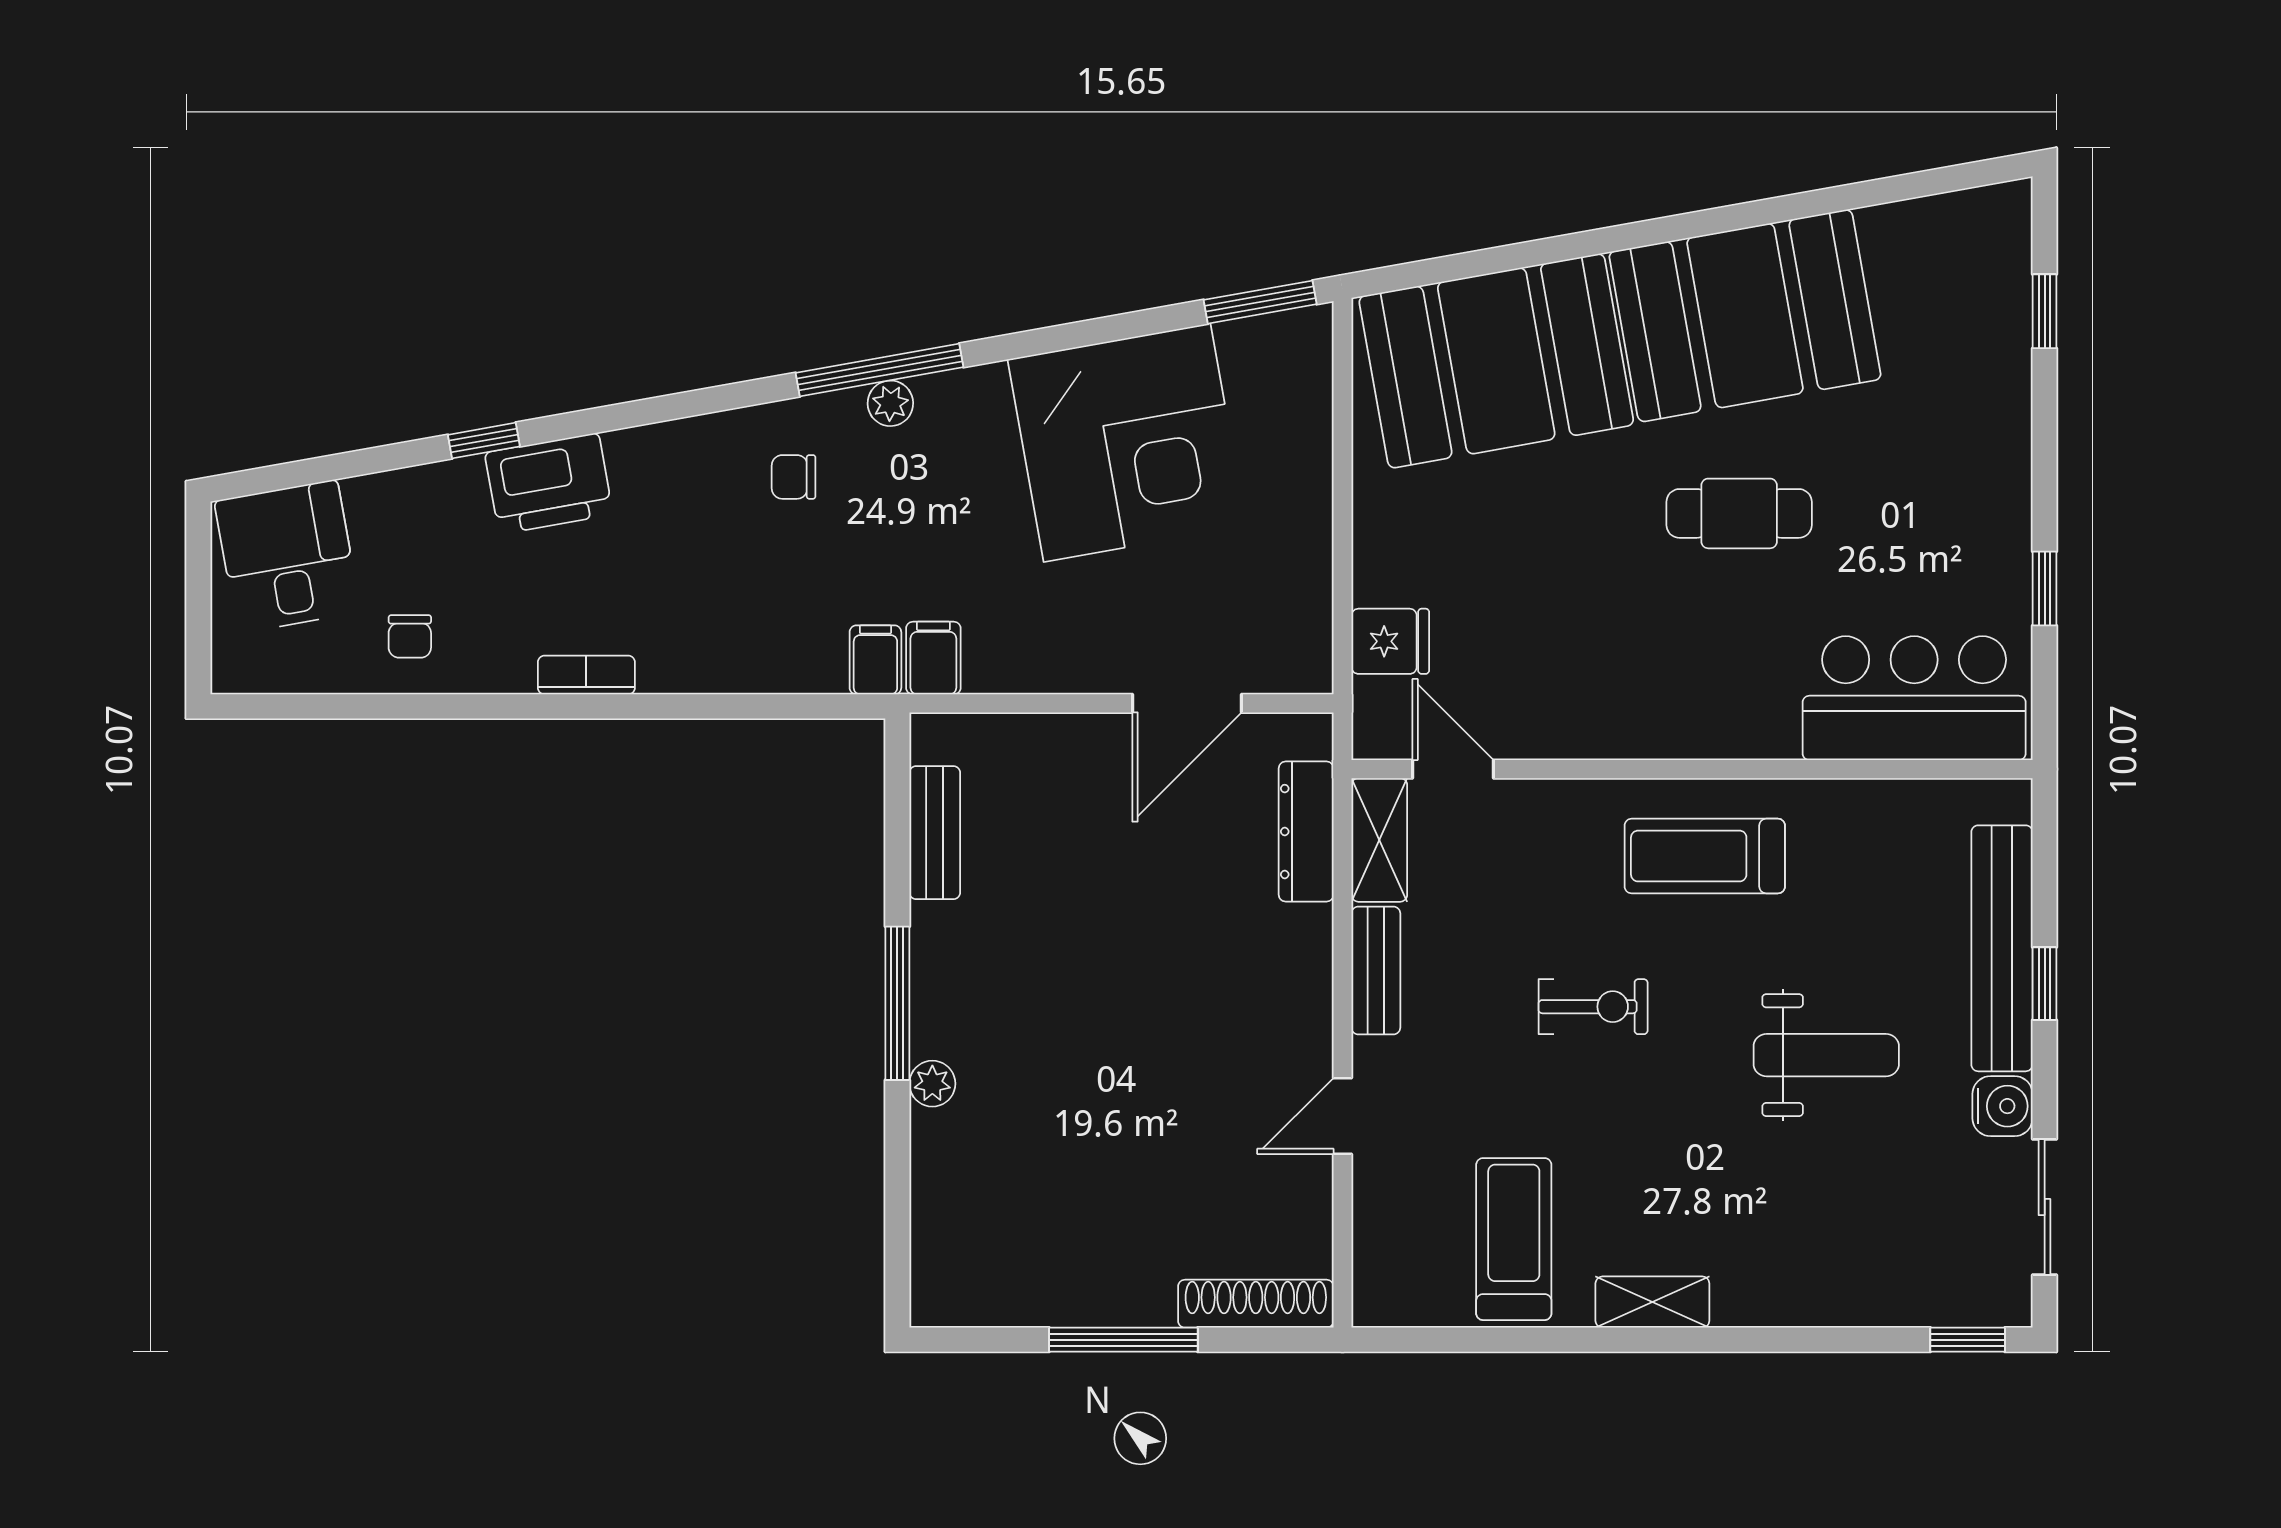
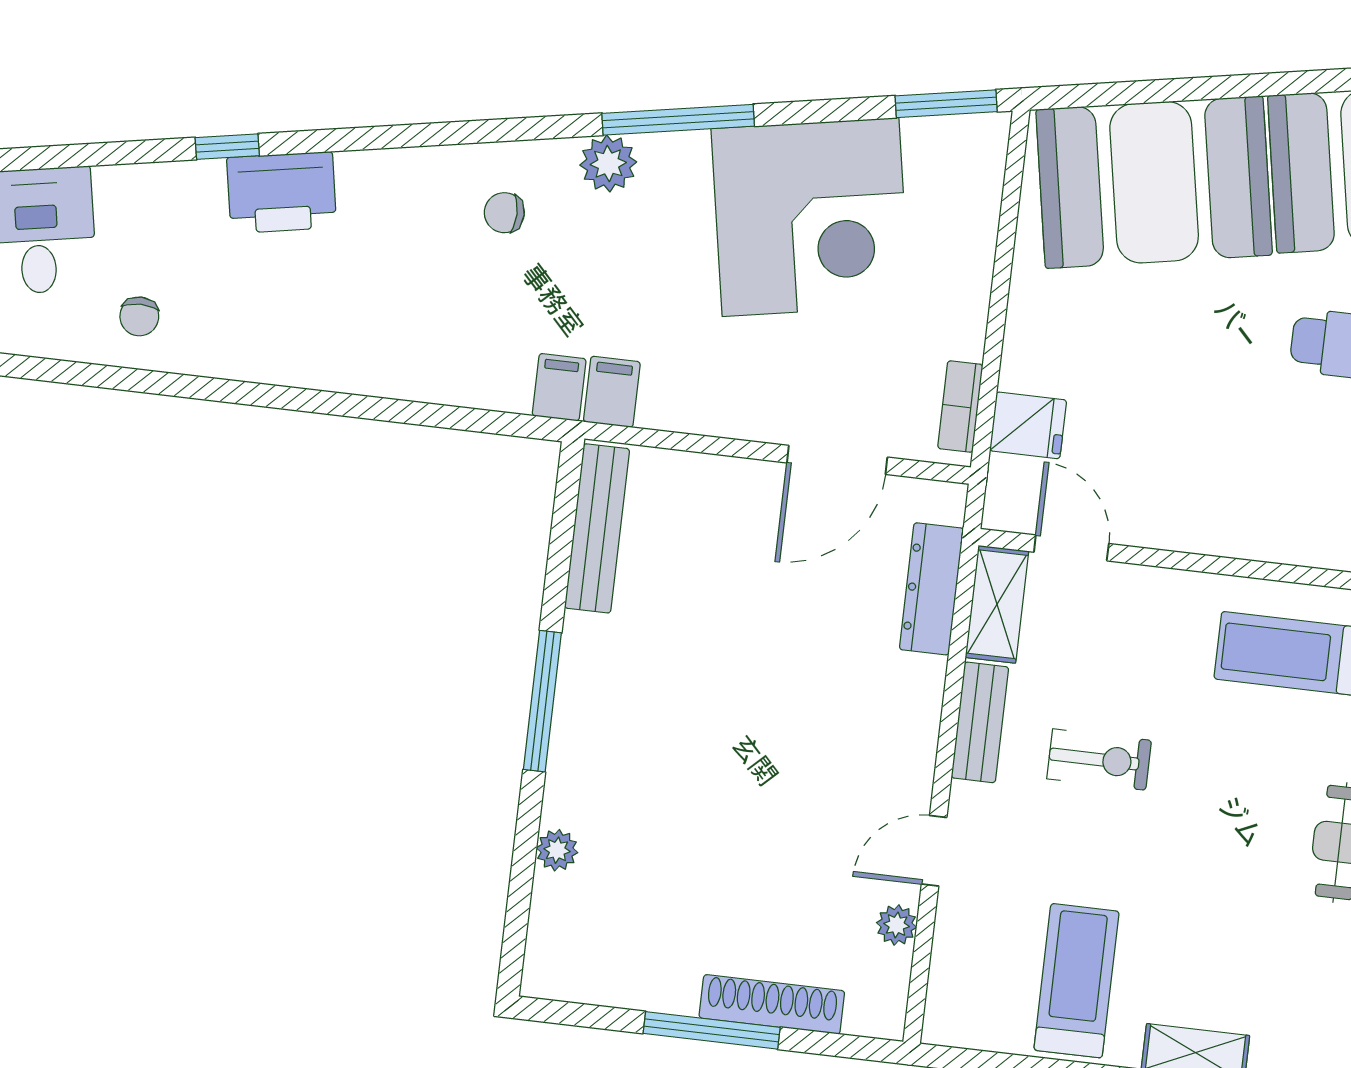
window: (879, 370) -> (678, 120), moved
plant: (890, 403) -> (608, 163), width x1.38, depth x1.38
bookcase: (586, 675) -> (960, 407), moved, turned -90
bench: (935, 833) -> (597, 528), width x1.36
exercise bike: (1593, 1007) -> (1099, 760), moved
plant: (932, 1084) -> (557, 850), moved
plant: (1311, 1201) -> (897, 925), added
shoe rack: (1256, 1304) -> (772, 1004), moved

